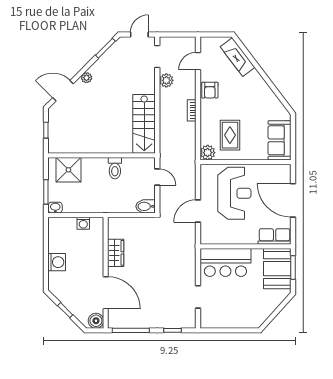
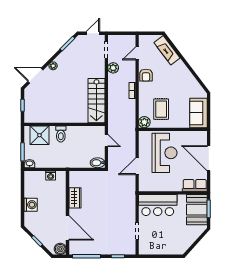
toilet: (115, 168) -> (61, 134), moved

